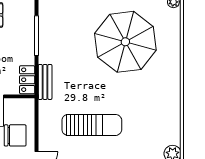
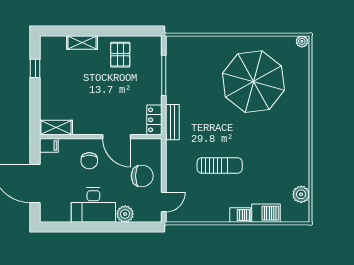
sun lounger: (92, 125) -> (220, 165), width x0.73, depth x0.75

